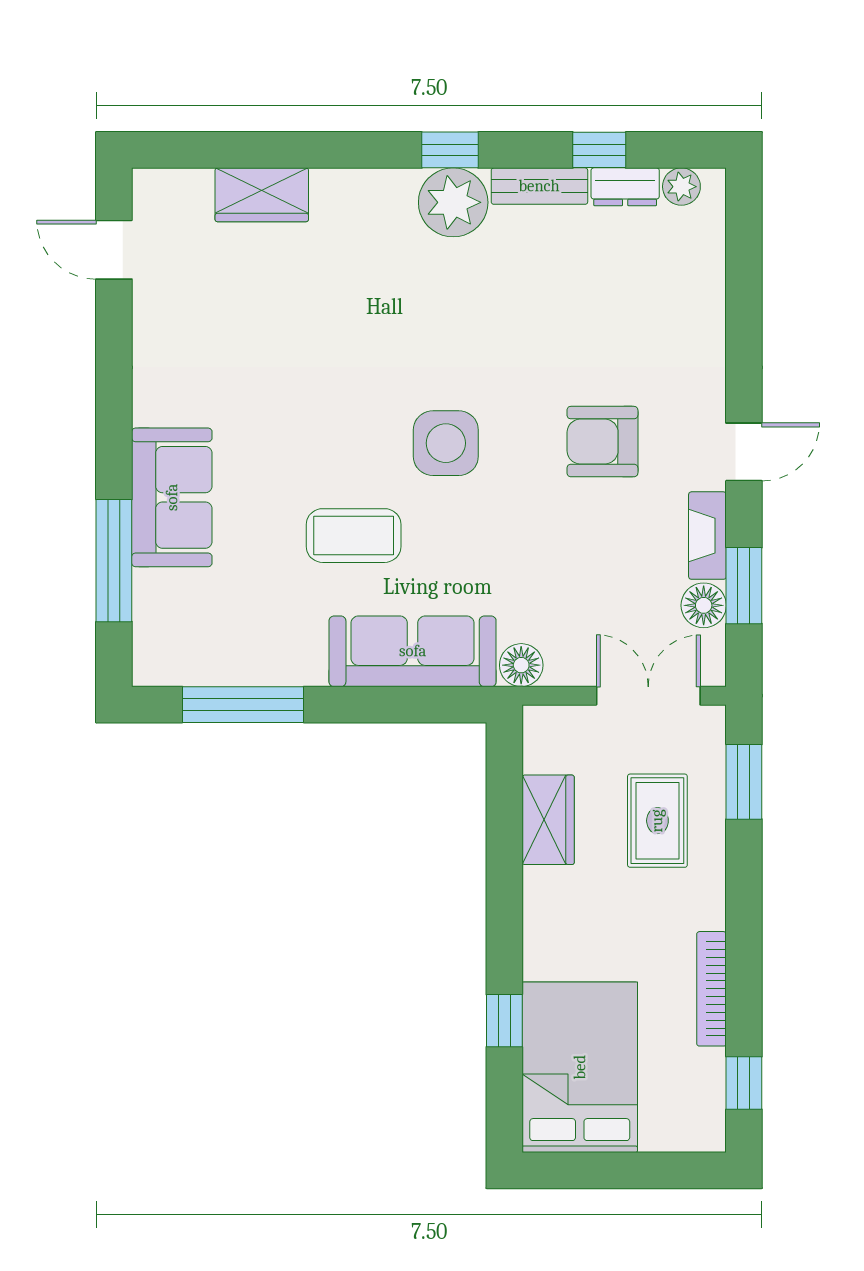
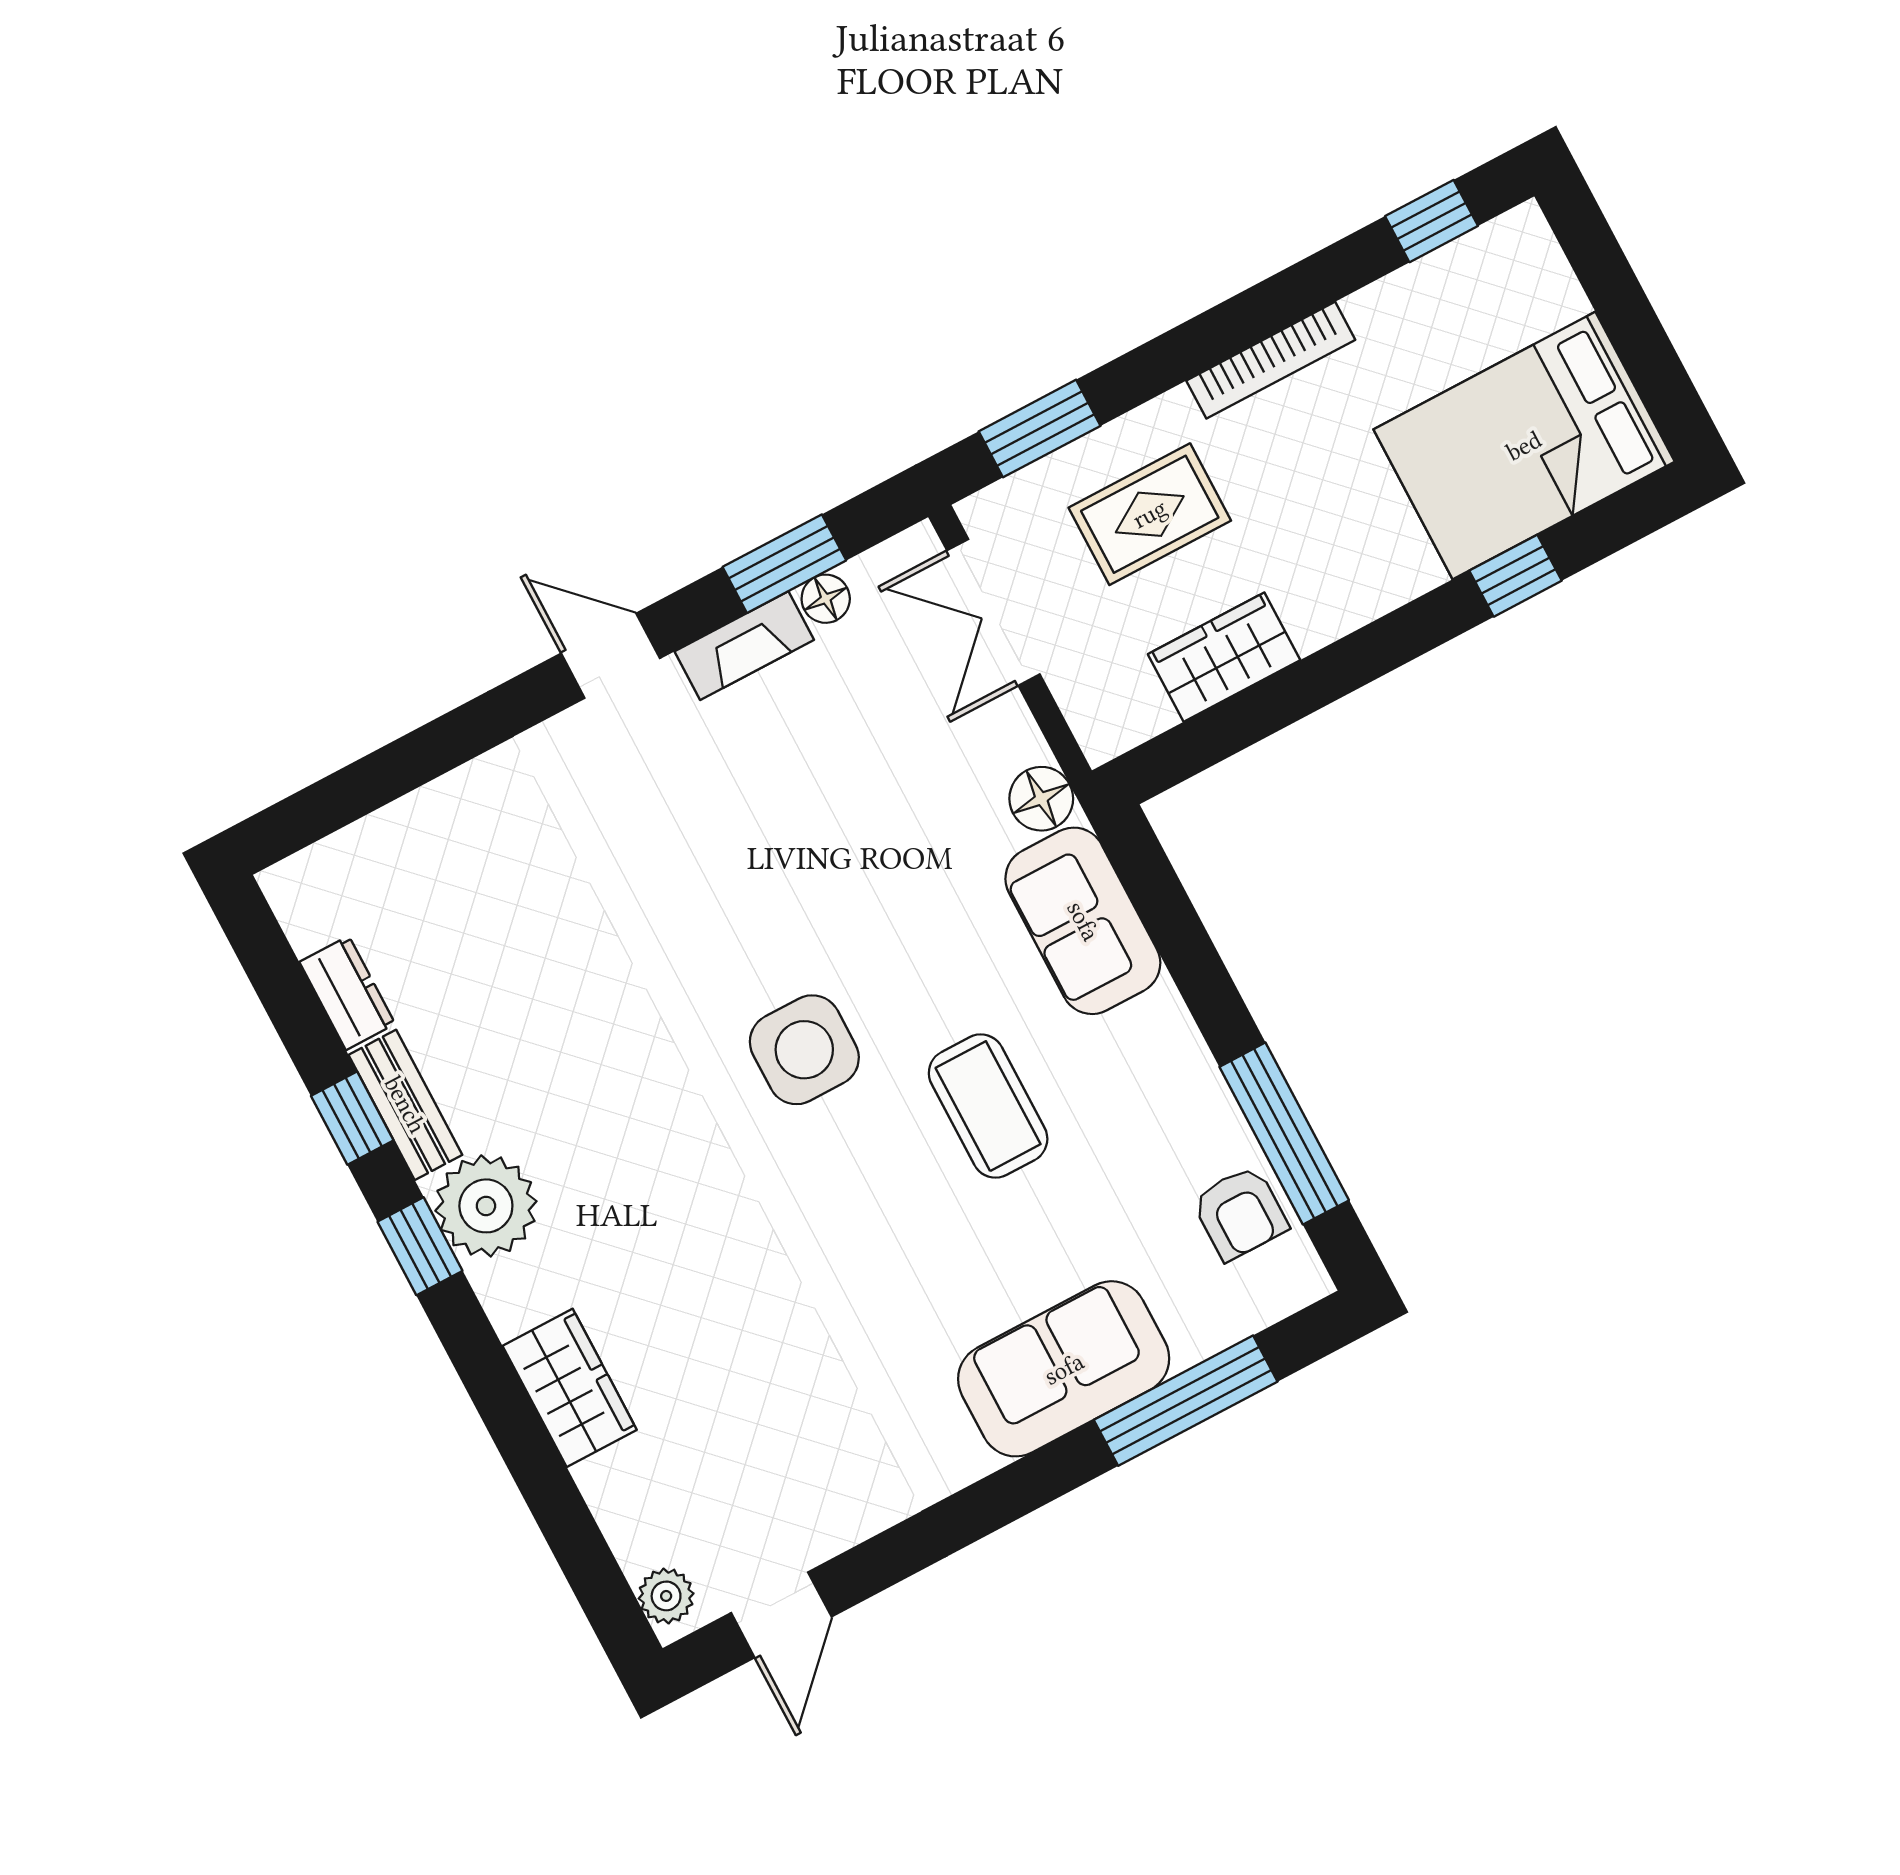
window: (599, 150) -> (352, 1118), moved
plant: (681, 187) -> (666, 1596), moved
wardrobe: (262, 195) -> (570, 1388), moved
armchair: (602, 442) -> (1240, 1213), moved, width x0.72, depth x0.72
floor lamp: (704, 605) -> (826, 599), width x0.73, depth x0.73
sofa: (413, 651) -> (1083, 921), width x0.73
bookcase: (711, 989) -> (1271, 360), moved

